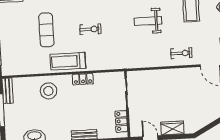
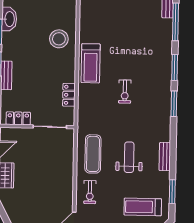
exercise mat: (46, 30) -> (93, 154), moved, turned 90
treadmill: (68, 61) -> (91, 63), turned 180
locker: (83, 79) -> (69, 95), moved

